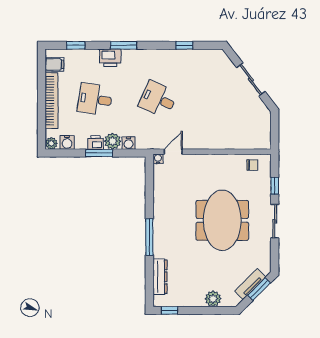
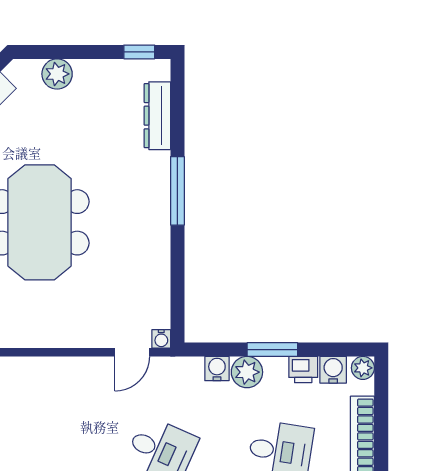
printer: (96, 143) -> (303, 370), moved

